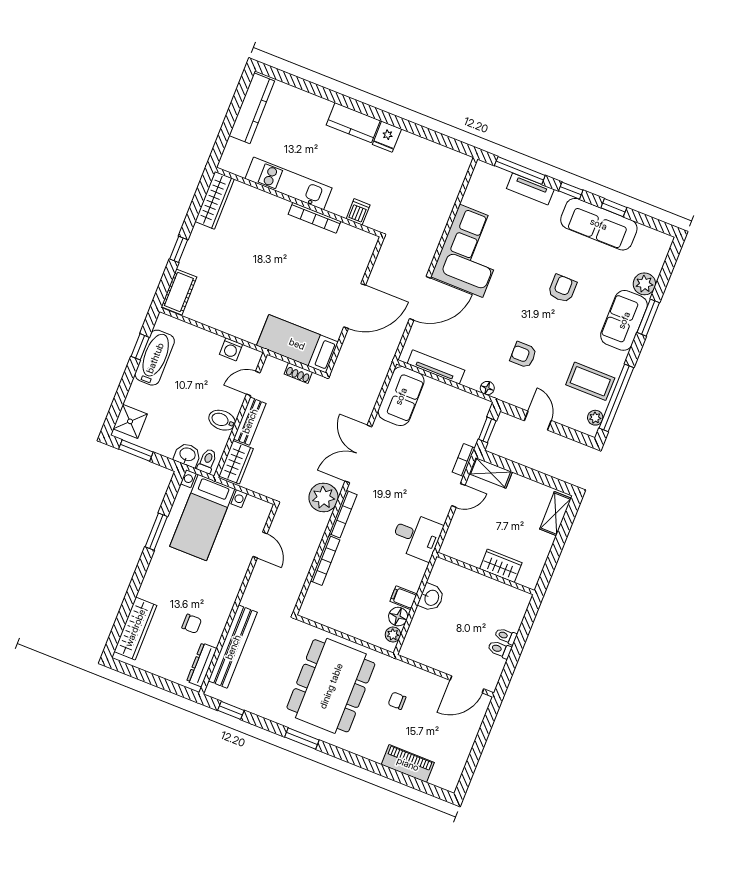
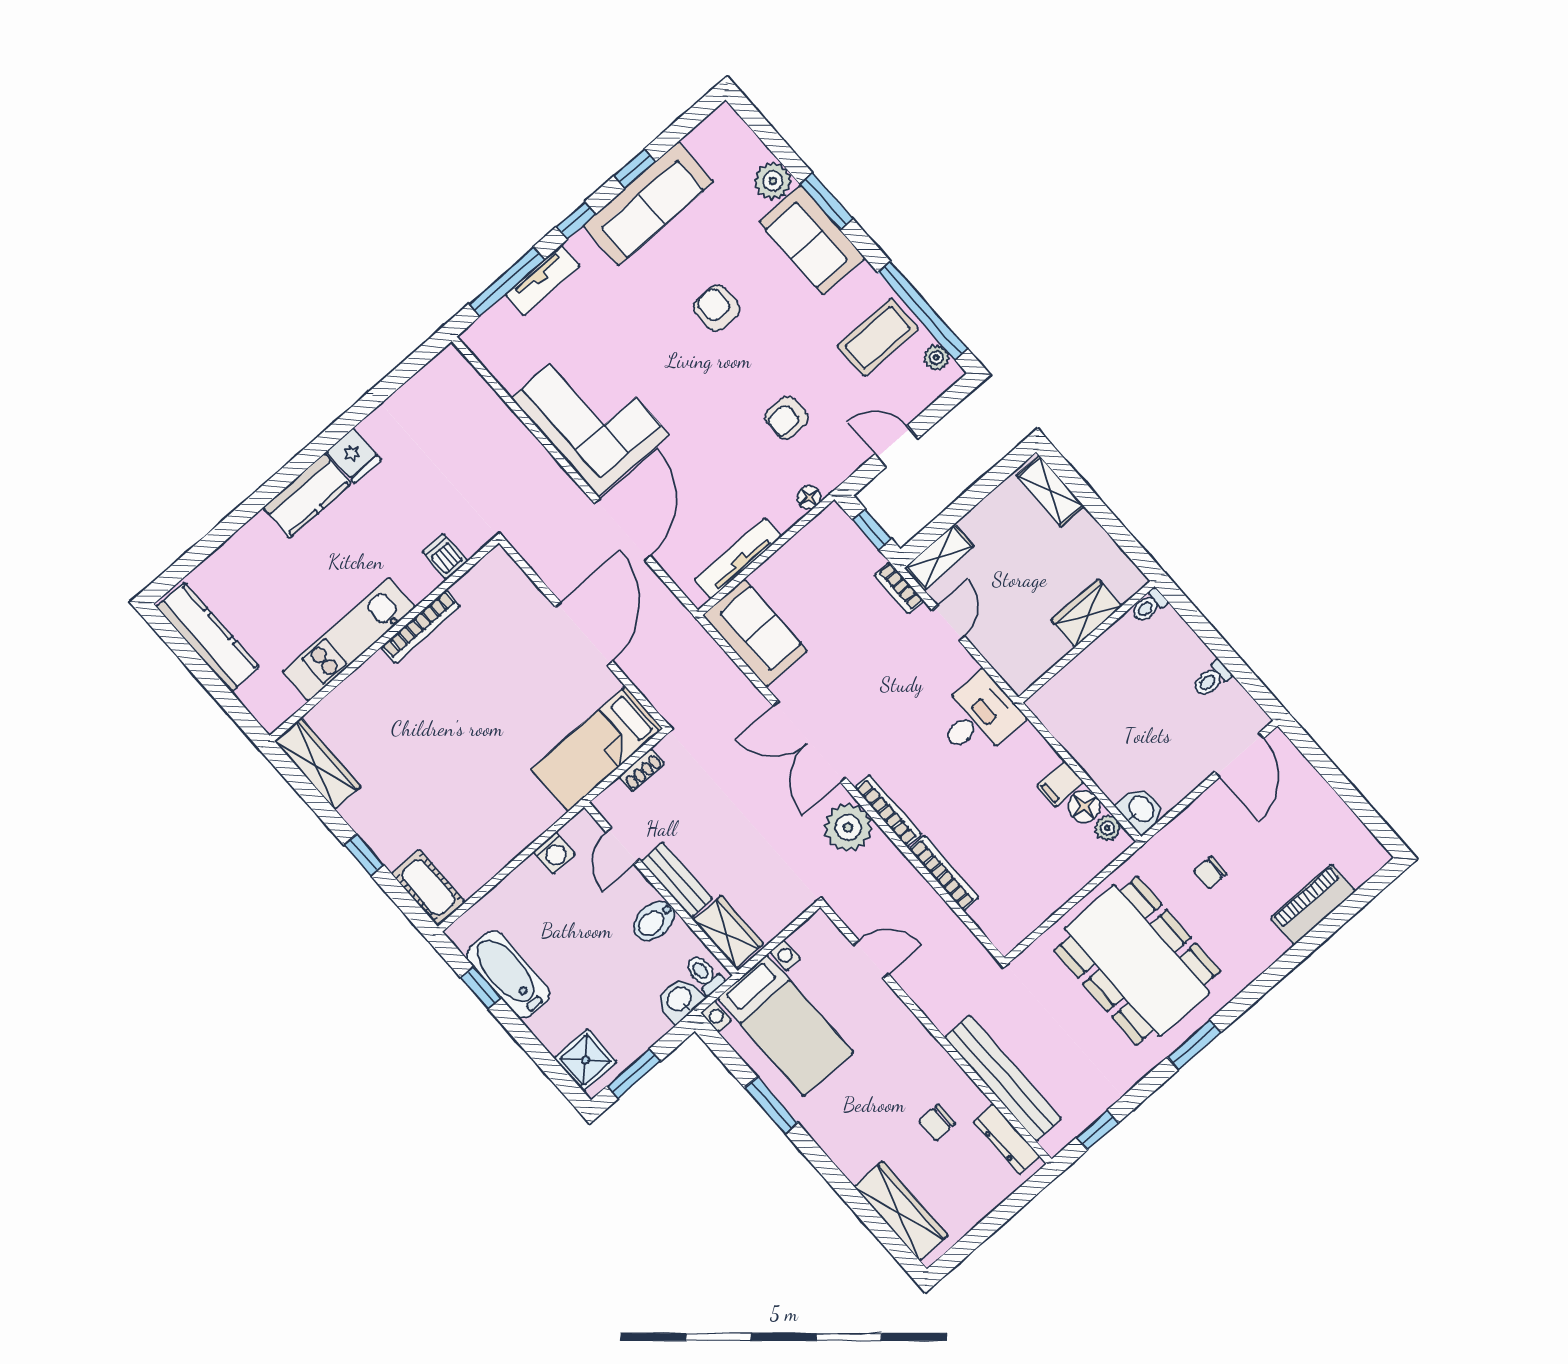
washbasin: (431, 598) -> (1141, 810), moved
chair: (192, 624) -> (937, 1123), turned 180
toilet: (506, 636) -> (1149, 606), moved

